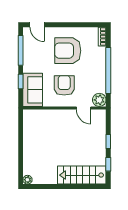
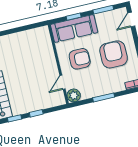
window: (21, 50) -> (103, 10), width x0.69
window: (108, 71) -> (104, 97), width x0.47
sofa: (33, 90) -> (74, 28), width x1.36

